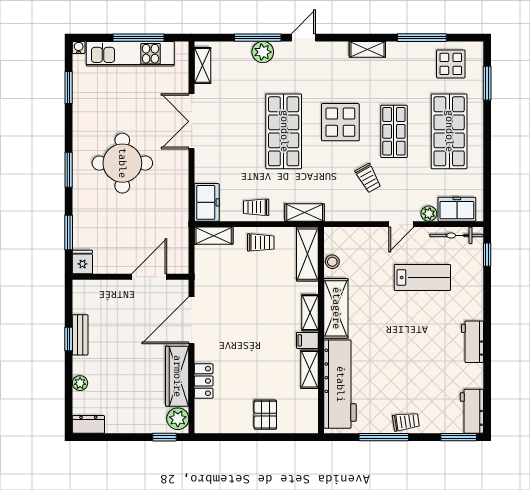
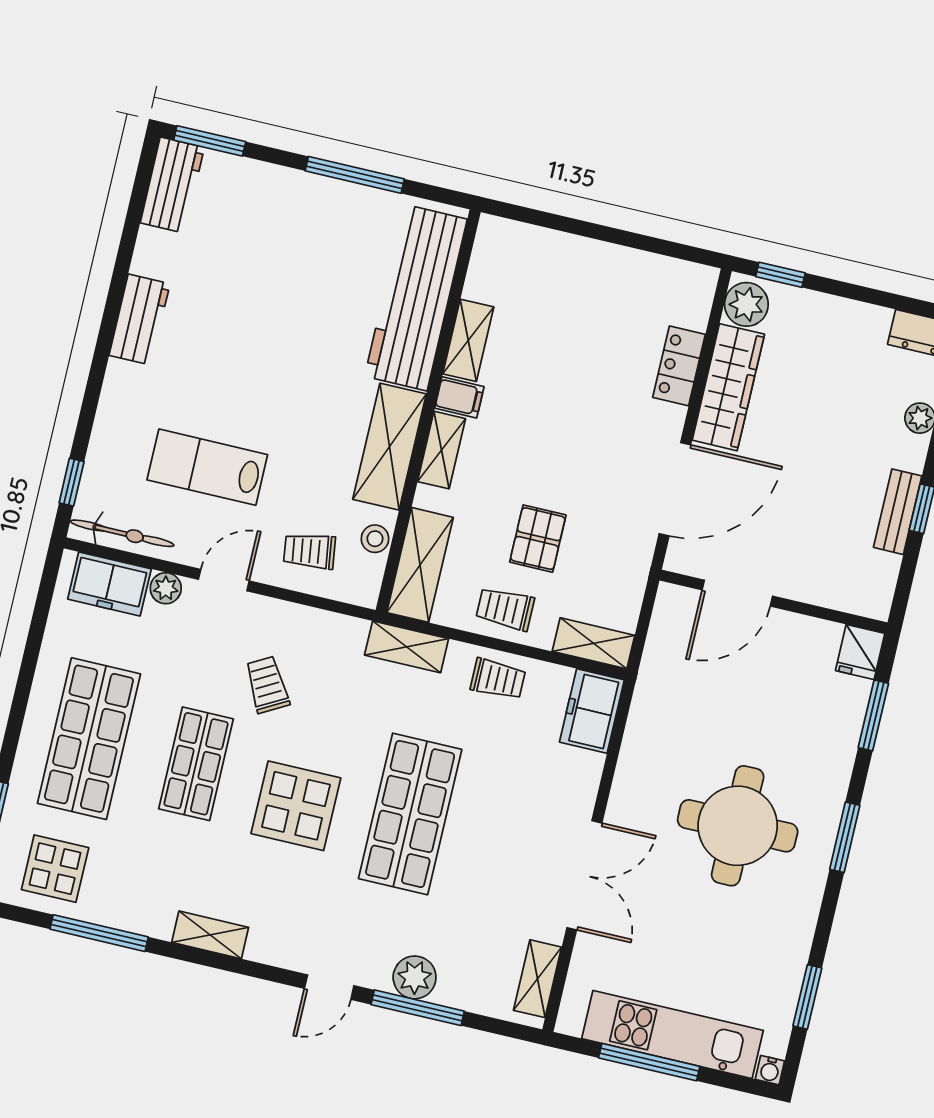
pallet: (265, 415) -> (538, 539), moved
trolley: (406, 422) -> (310, 551), moved

